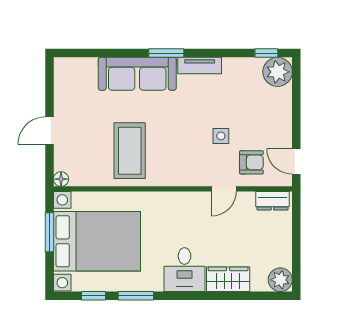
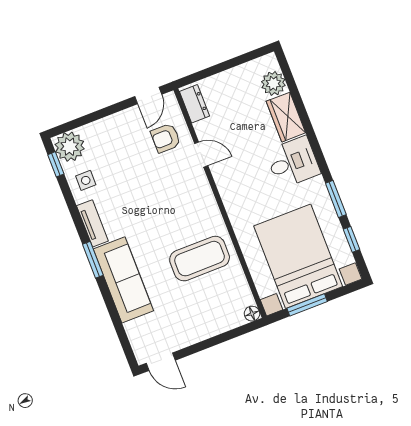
door: (50, 131) -> (161, 362), moved
side table: (221, 136) -> (86, 180), moved
armchair: (251, 162) -> (166, 138), turned -90
plant: (280, 280) -> (273, 83), moved

